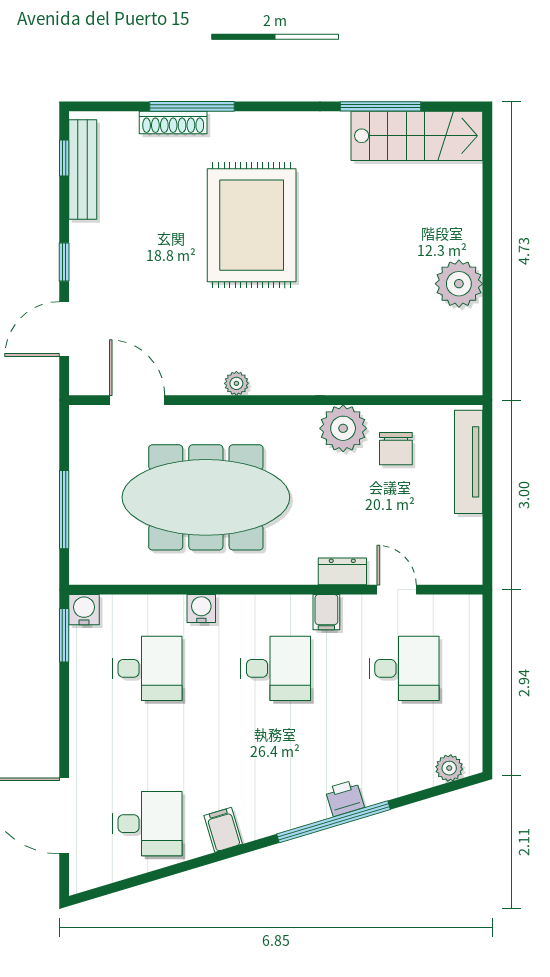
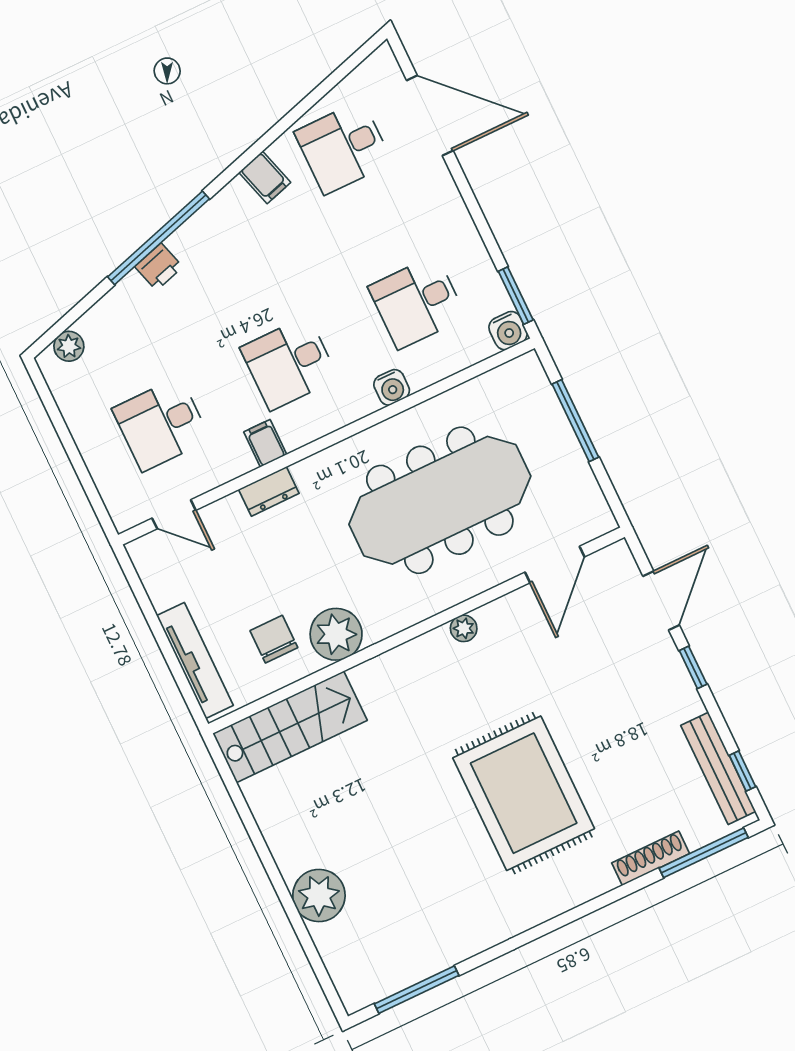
window: (192, 106) -> (704, 853), moved
window: (381, 106) -> (417, 990), moved
stairs: (417, 136) -> (290, 727), moved, turned 180
plant: (459, 284) -> (319, 895), moved
door: (137, 400) -> (555, 565), hinge flipped
door: (397, 590) -> (174, 514), moved

